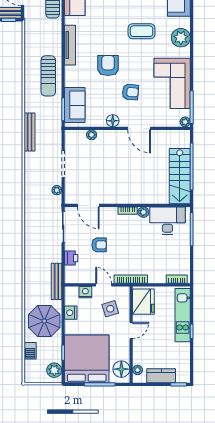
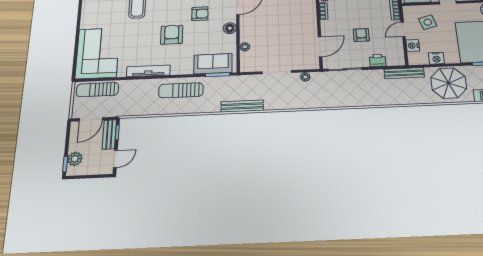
armchair: (108, 66) -> (172, 35), turned 90
sun lounger: (48, 76) -> (181, 90), turned 180
armchair: (130, 92) -> (200, 14), turned 85

